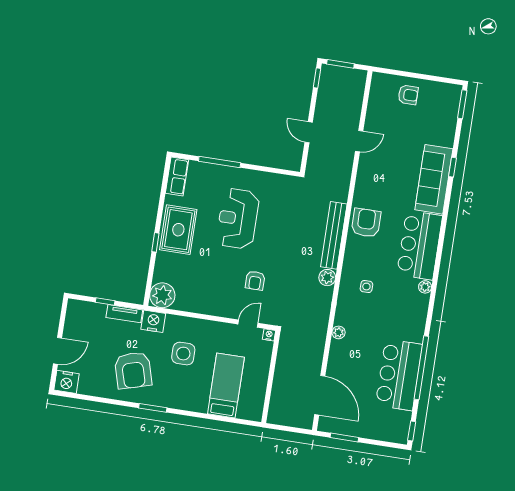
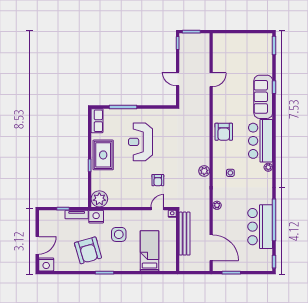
armchair: (408, 95) -> (238, 45), removed
armchair: (366, 223) -> (224, 132), turned 180
bench: (334, 235) -> (185, 234), moved

